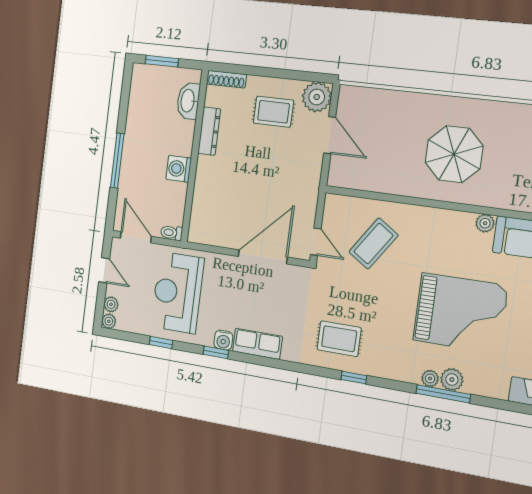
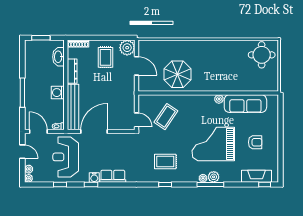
rug: (273, 112) -> (105, 57), turned 90
parasol: (454, 154) -> (178, 74), moved
bench: (202, 200) -> (73, 107), added
door: (263, 257) -> (94, 132), moved
grand piano: (460, 313) -> (213, 144), turned 180
rug: (339, 339) -> (165, 161), moved

